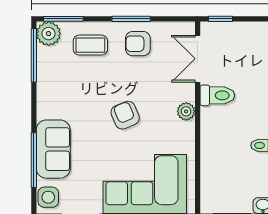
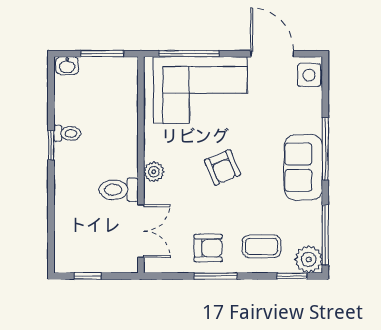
window: (63, 19) -> (292, 276), width x0.67
window: (220, 19) -> (88, 276), moved
sofa: (53, 149) -> (303, 167), moved
window: (34, 160) -> (325, 149), moved

